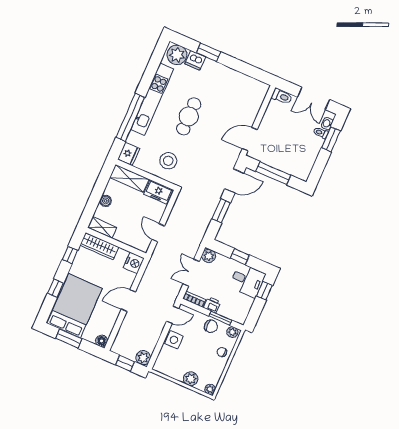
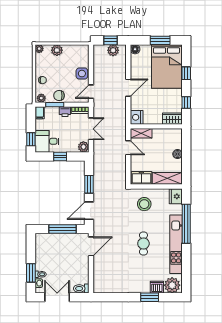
cafe table: (189, 116) -> (143, 244), width x0.73, depth x0.74
shelving: (102, 228) -> (141, 133), moved
wardrobe: (99, 246) -> (172, 119), width x0.67
filing cabinet: (241, 316) -> (40, 113), added
plant: (143, 358) -> (113, 50), moved

